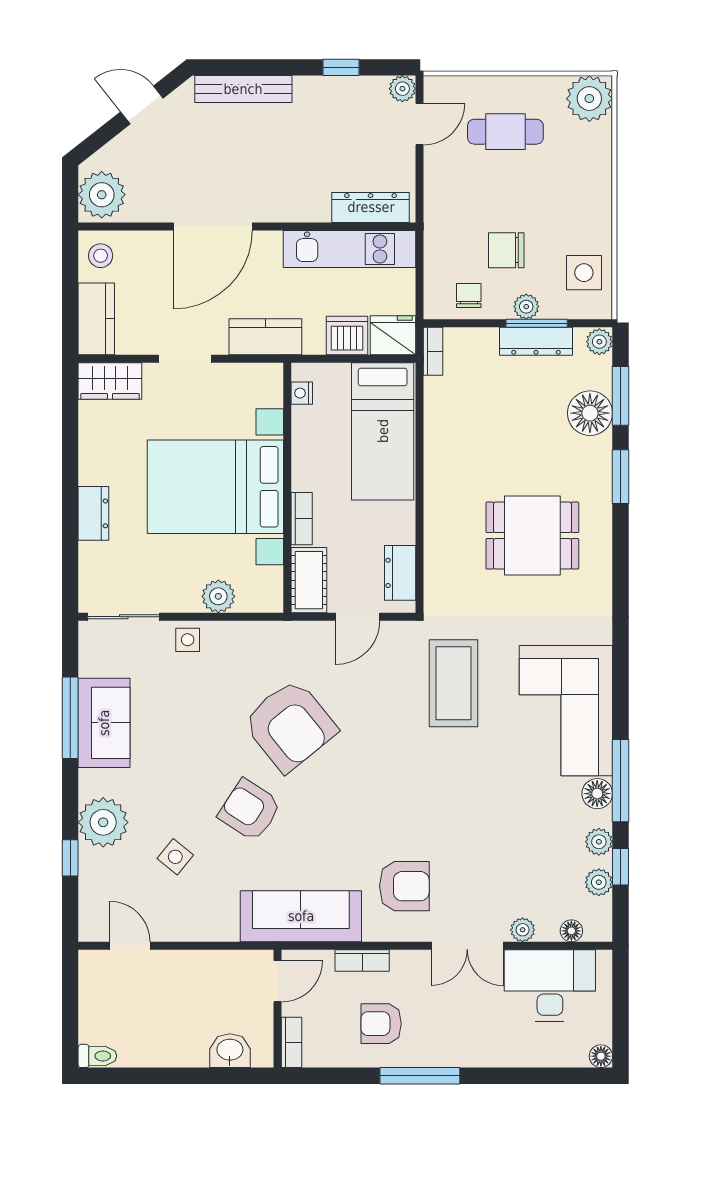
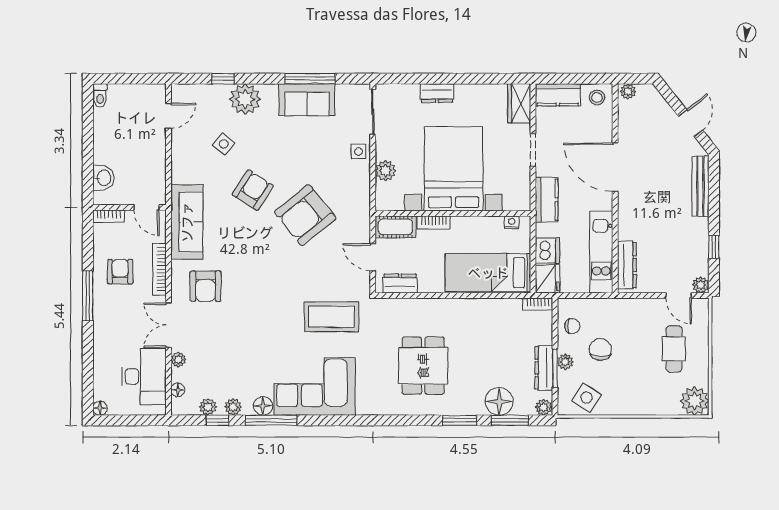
plant: (102, 195) -> (628, 91), width x0.53, depth x0.53
side table: (584, 273) -> (586, 398), turned 32
bookcase: (362, 960) -> (159, 269), width x1.56

